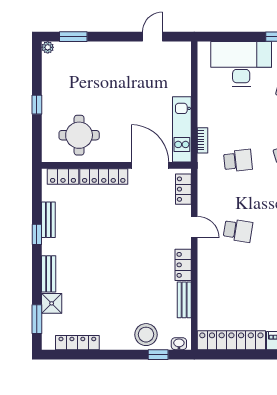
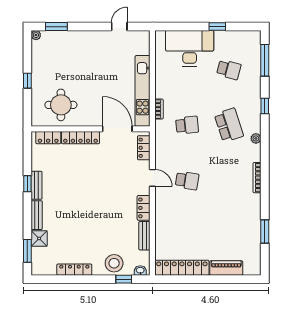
kitchen unit: (182, 129) -> (143, 91), width x1.36
bench: (48, 220) -> (37, 185), moved
locker: (77, 343) -> (74, 270), moved

